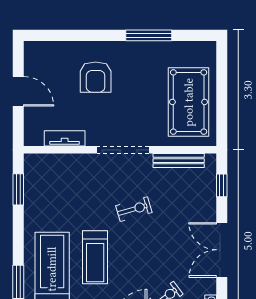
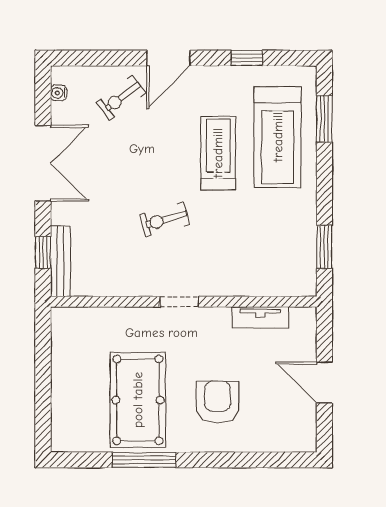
pool table: (189, 102) -> (138, 400), moved
doorway: (123, 150) -> (179, 302), width x0.53
bench: (179, 161) -> (60, 261), moved, turned 90

